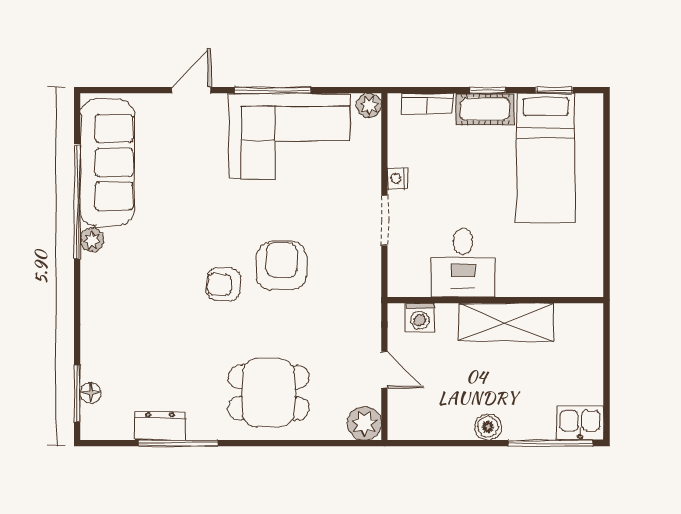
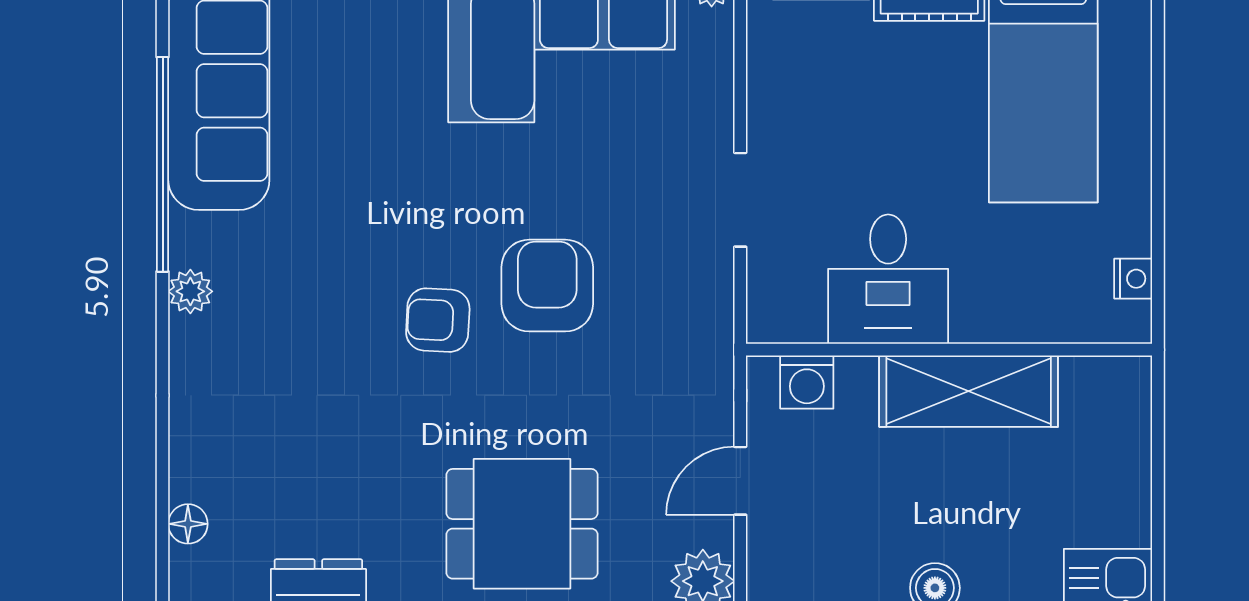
nightstand: (398, 178) -> (1133, 279), moved, turned 180
plant: (92, 240) -> (190, 291), moved
door: (384, 370) -> (740, 481), swing flipped
window: (77, 394) -> (163, 525), removed

